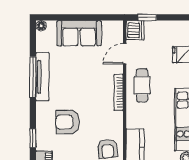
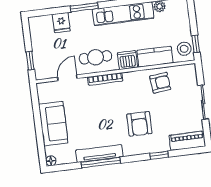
dishwasher: (135, 30) -> (128, 60), moved
door: (125, 54) -> (67, 78), swing flipped

